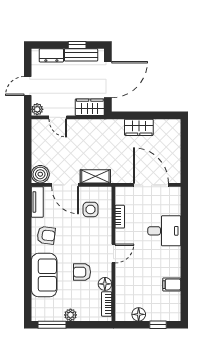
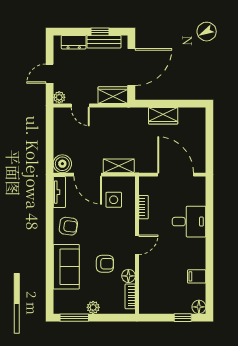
armchair: (82, 272) -> (105, 264), turned 180
floor lamp: (139, 314) -> (199, 307), moved

